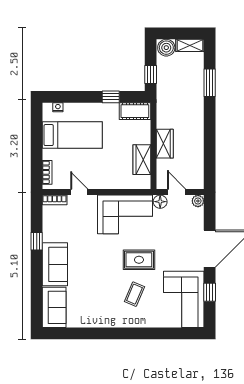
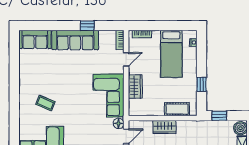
cot: (135, 111) -> (177, 109), moved, turned 90
wardrobe: (142, 160) -> (135, 87), moved, turned 90
rug: (139, 260) -> (73, 107), removed
sofa: (55, 264) -> (75, 40), width x1.36

